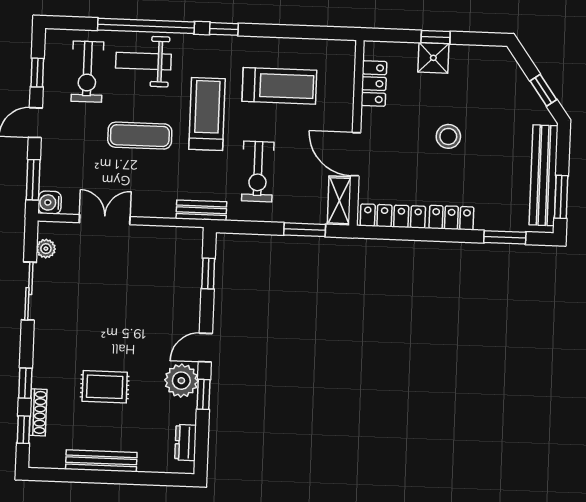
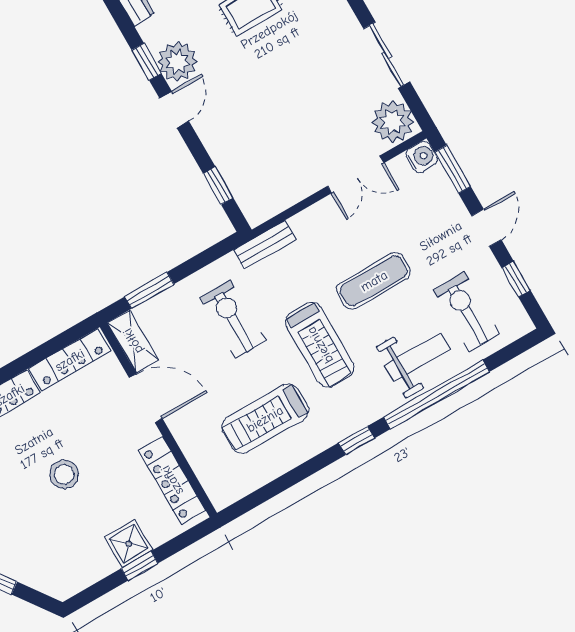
locker: (374, 84) -> (172, 480), width x1.53
plant: (46, 249) -> (393, 122), width x1.87, depth x1.87

